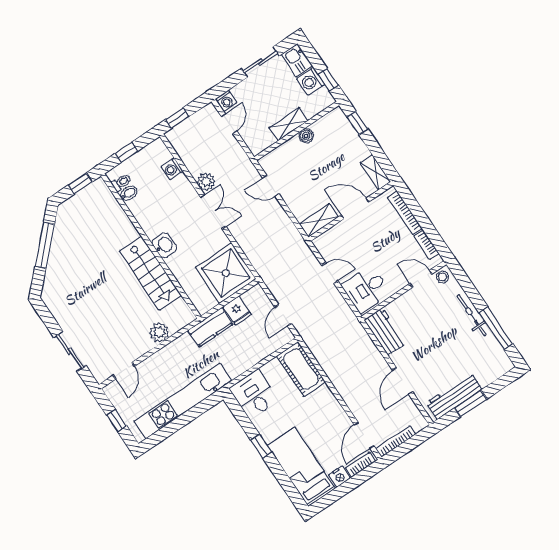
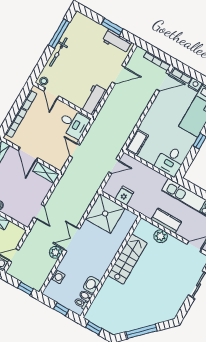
washbasin: (164, 245) -> (91, 285), moved
kitchen counter: (210, 327) -> (166, 221), moved
cot: (301, 369) -> (137, 142), width x0.73, depth x0.75
workbench: (454, 396) -> (117, 41), width x0.73

